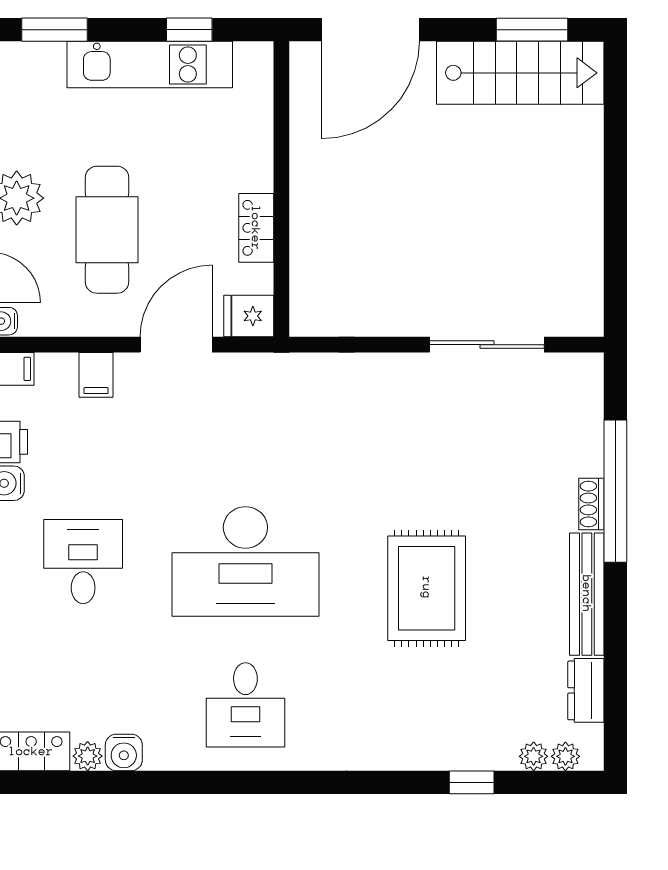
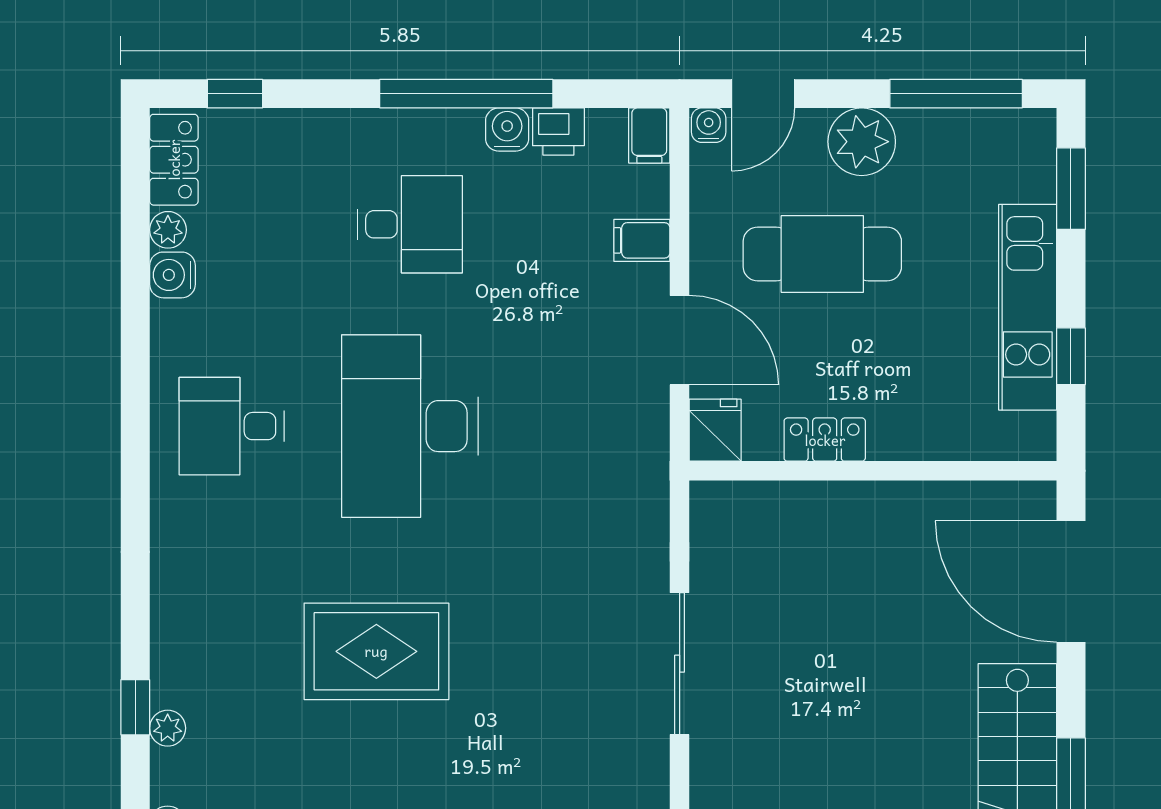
sliding door: (487, 345) -> (680, 664), moved
plant: (534, 756) -> (168, 728), moved

